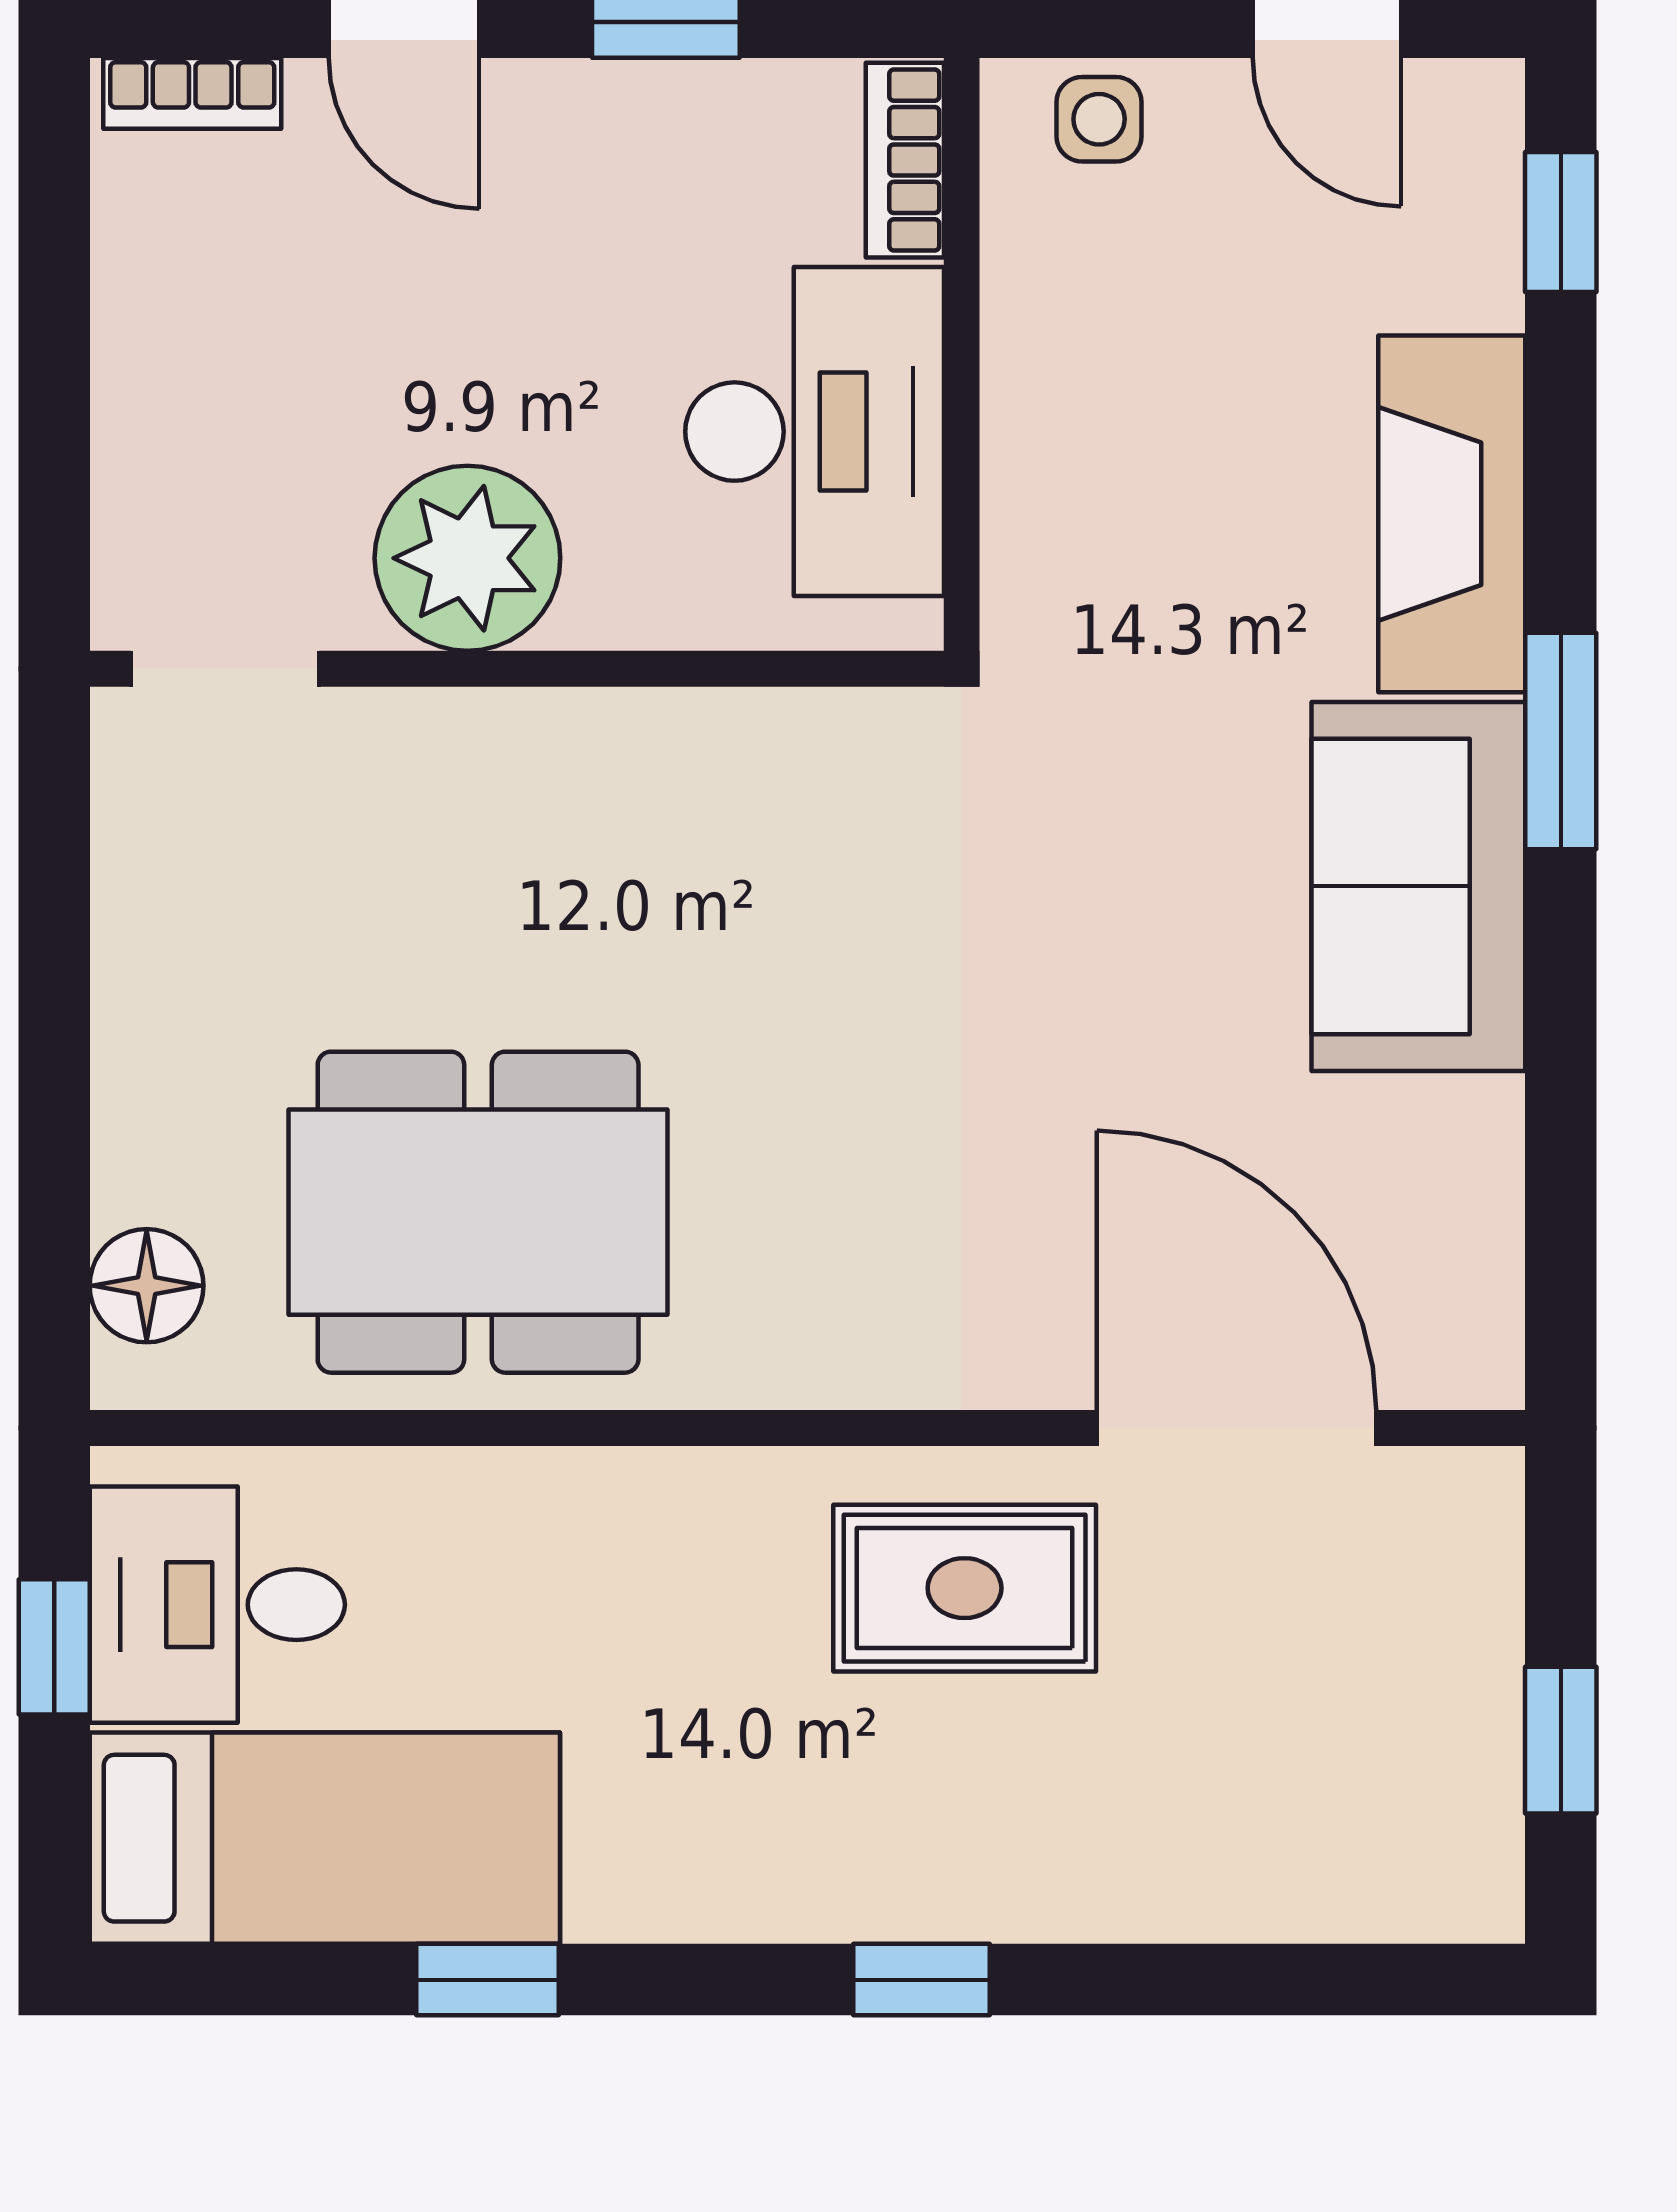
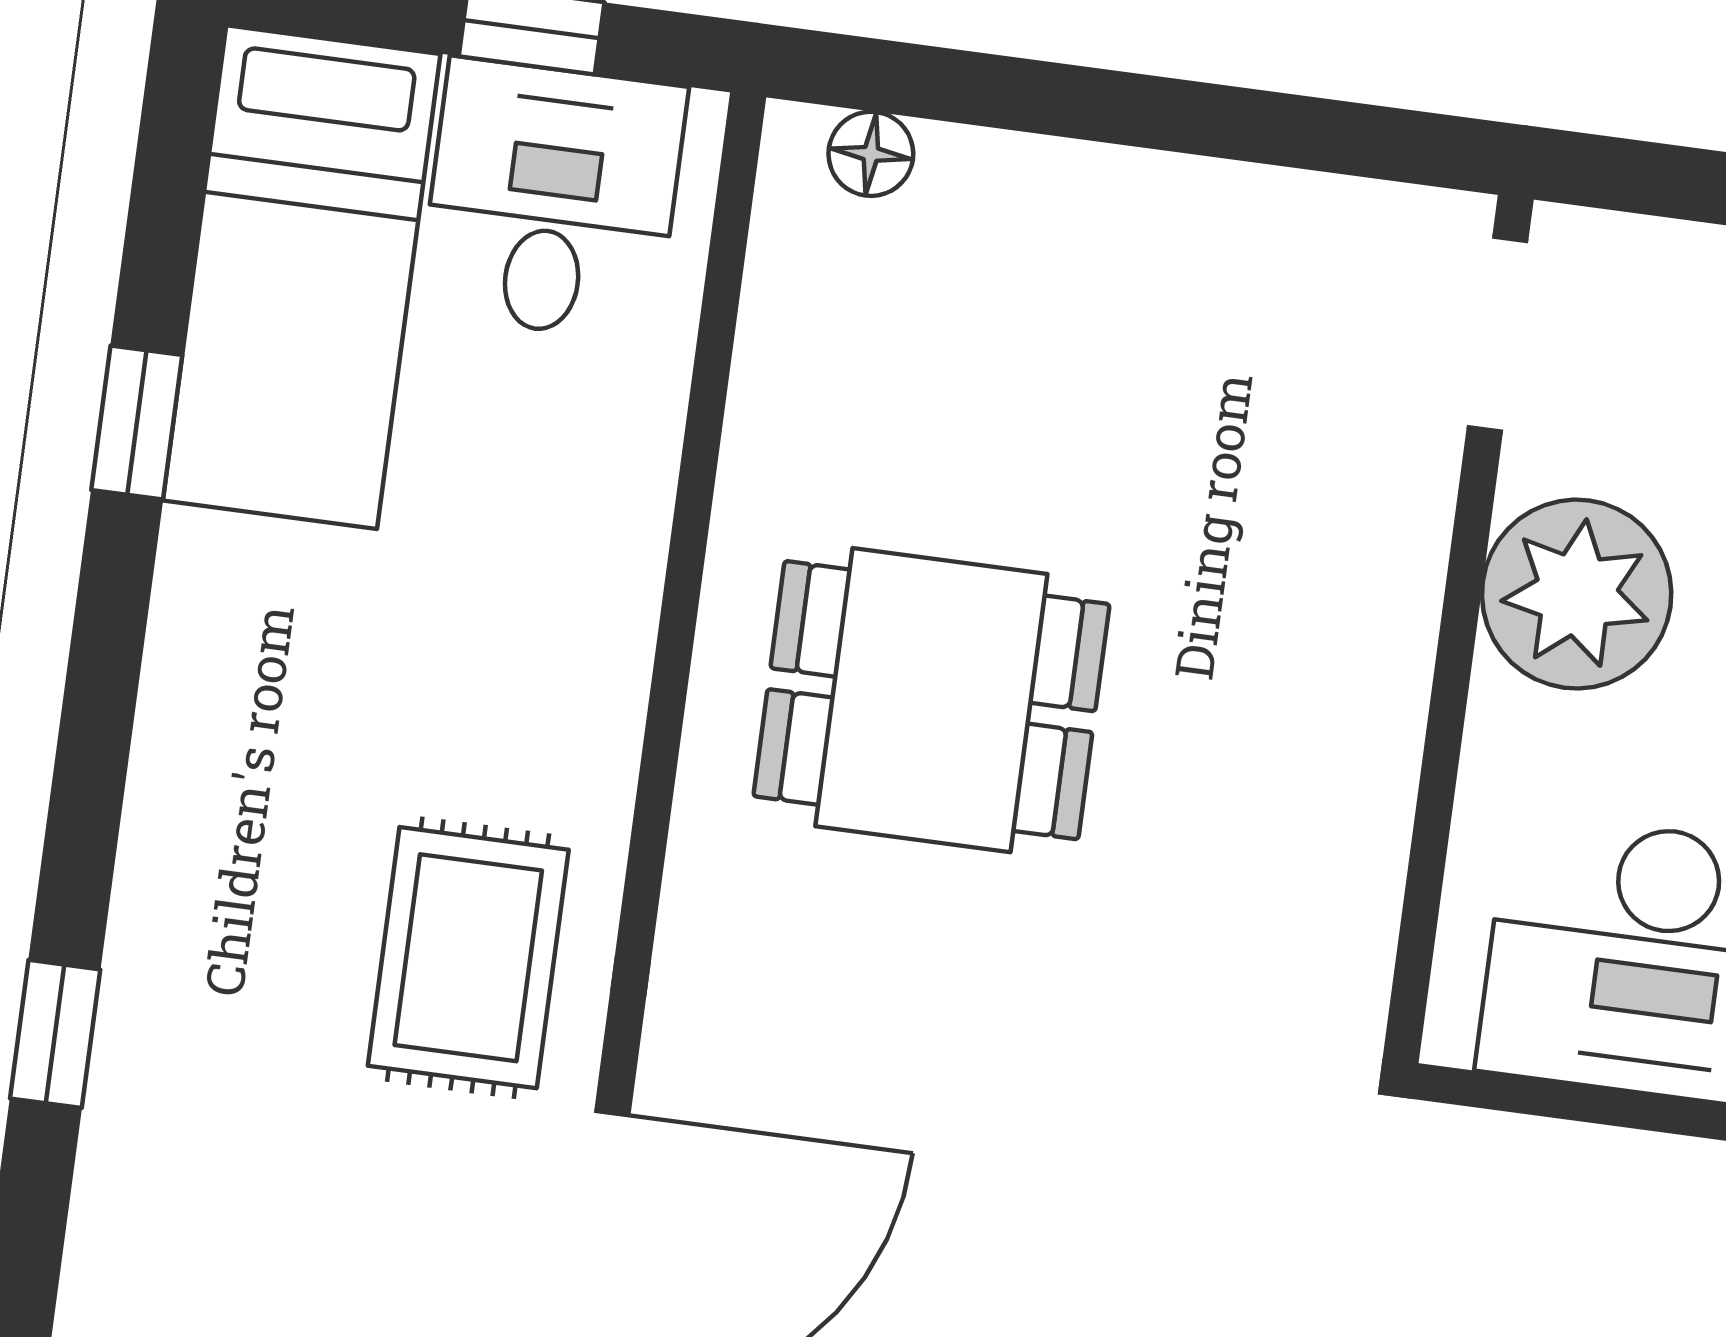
dining table: (478, 1212) -> (931, 700), moved, width x0.73
floor lamp: (147, 1286) -> (871, 154), width x0.73, depth x0.73
window: (922, 1980) -> (55, 1034), moved

